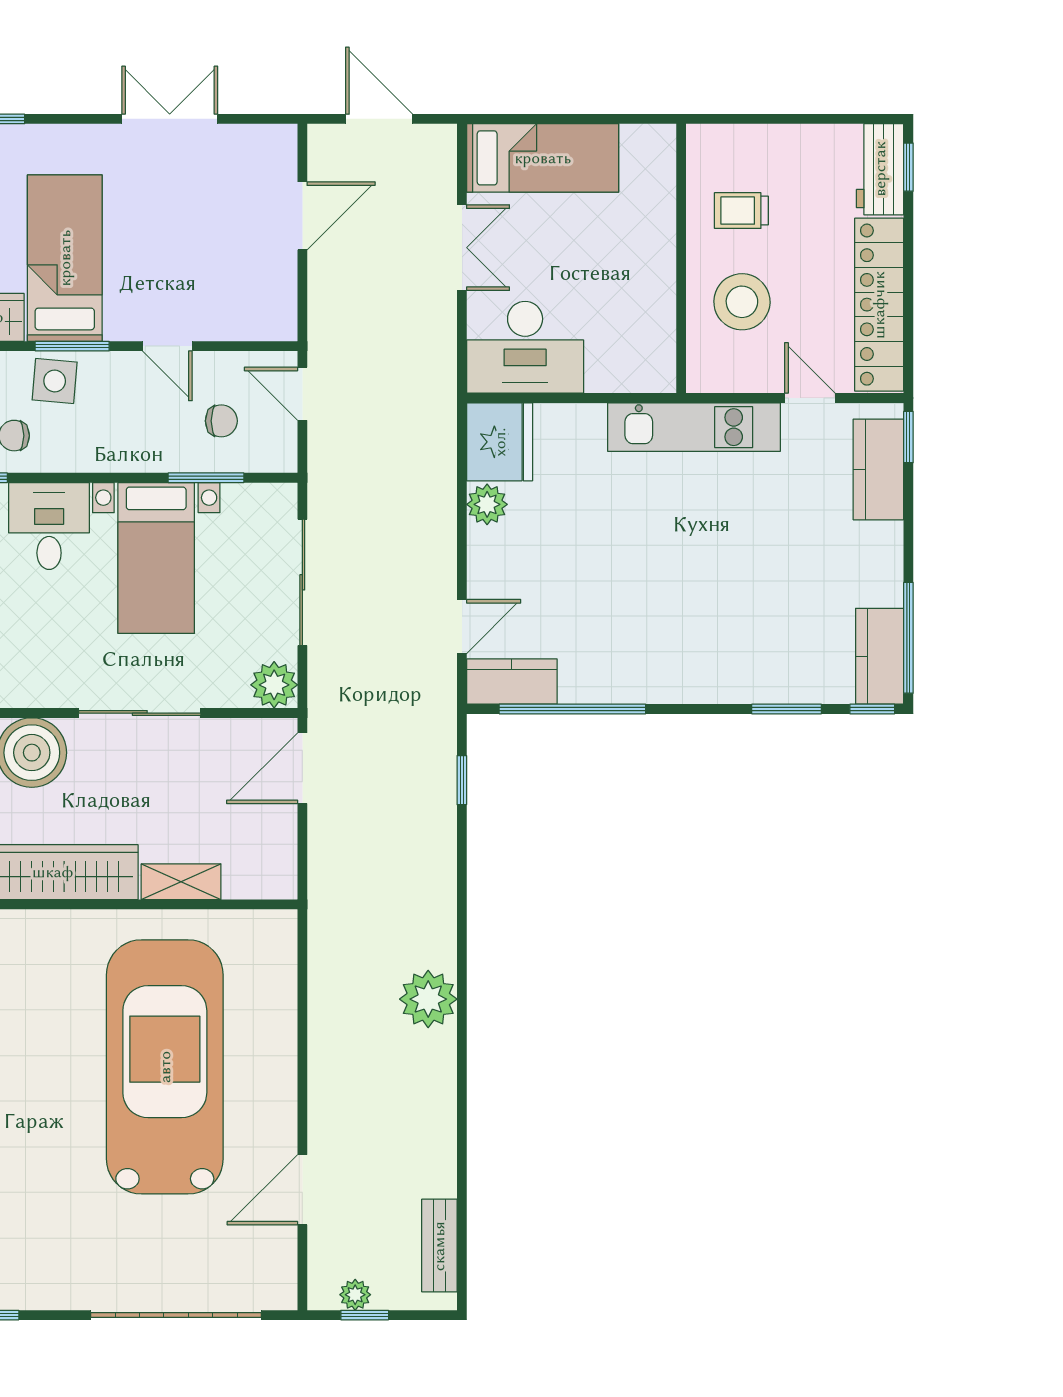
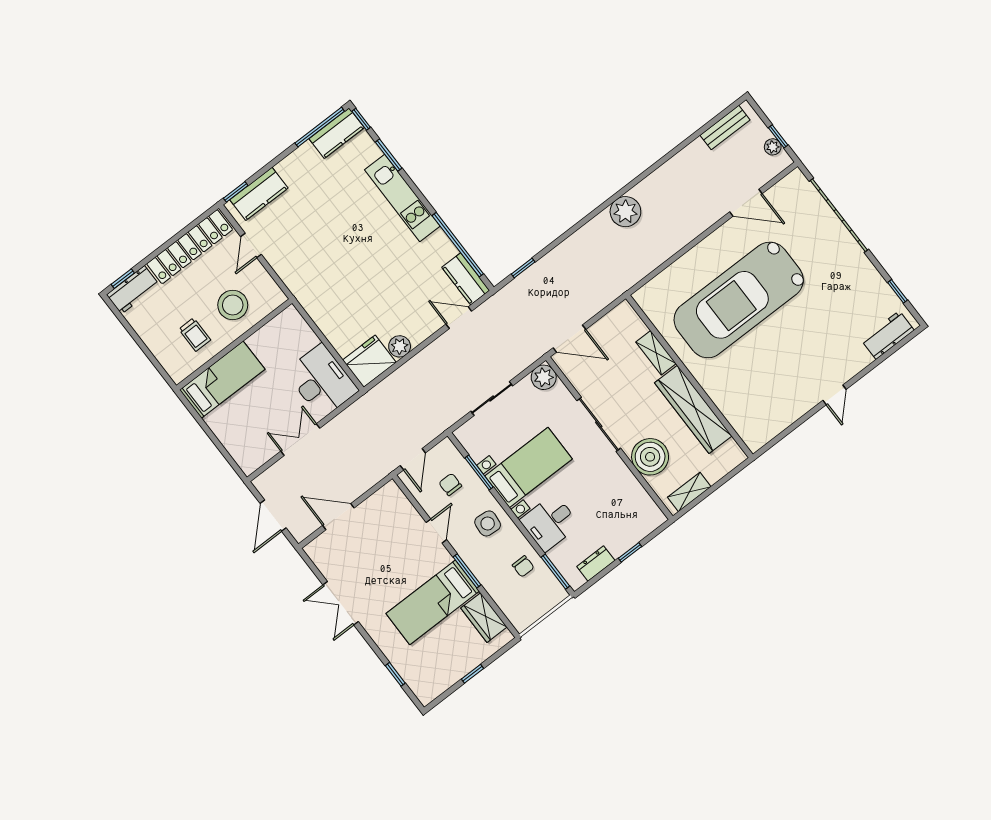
bed: (543, 158) -> (222, 380), moved, turned 90
side table: (55, 381) -> (488, 523), moved
kitchen unit: (694, 427) -> (402, 198), moved, turned 180
sliding door: (302, 582) -> (492, 399), width x0.73

